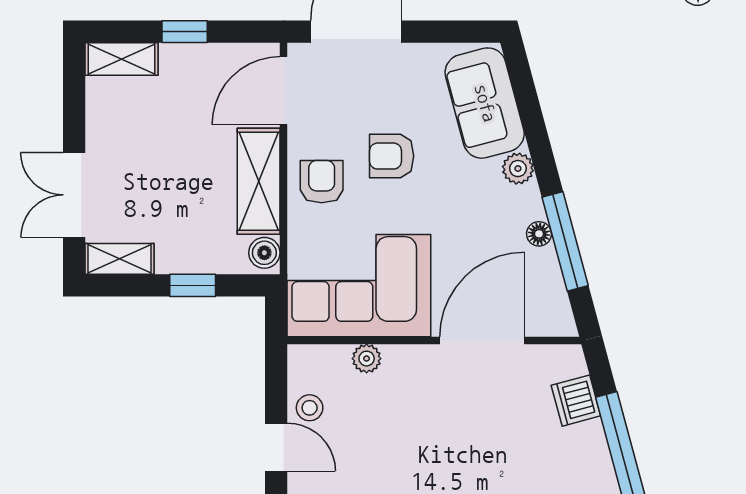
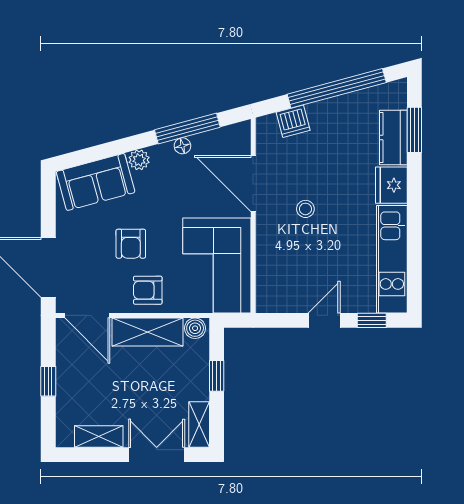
shelving: (121, 59) -> (99, 436), moved, turned 90
double door: (74, 195) -> (157, 455), swing flipped
plant: (367, 359) -> (265, 260), removed
stool: (310, 408) -> (305, 209), moved

